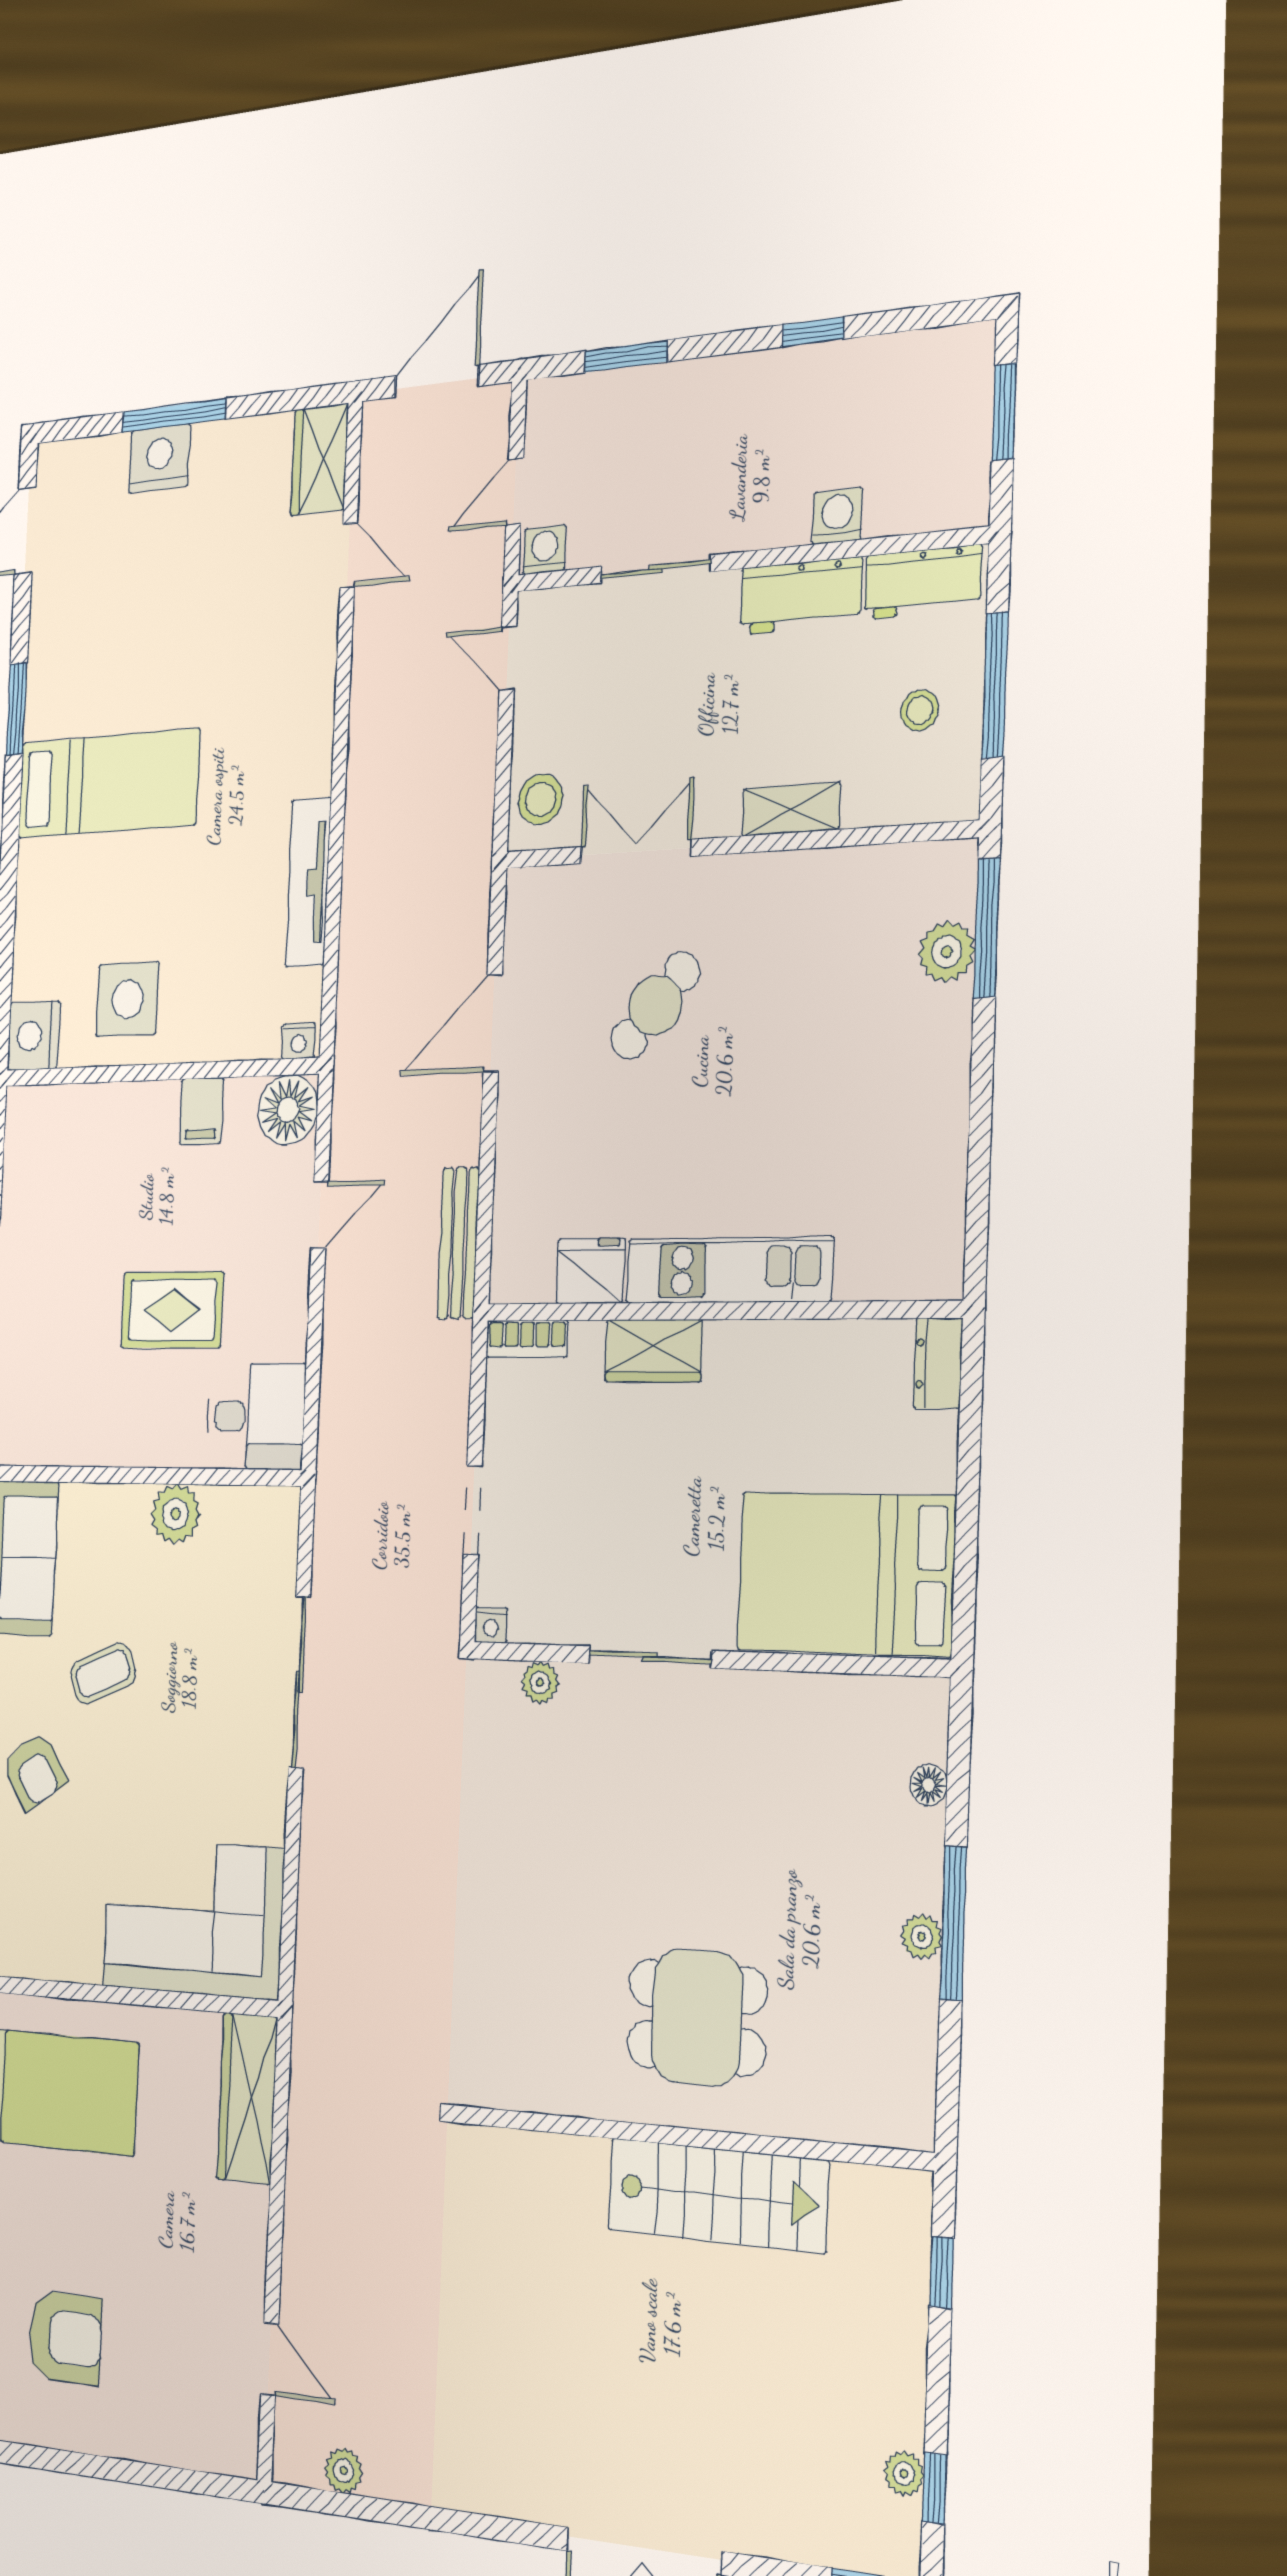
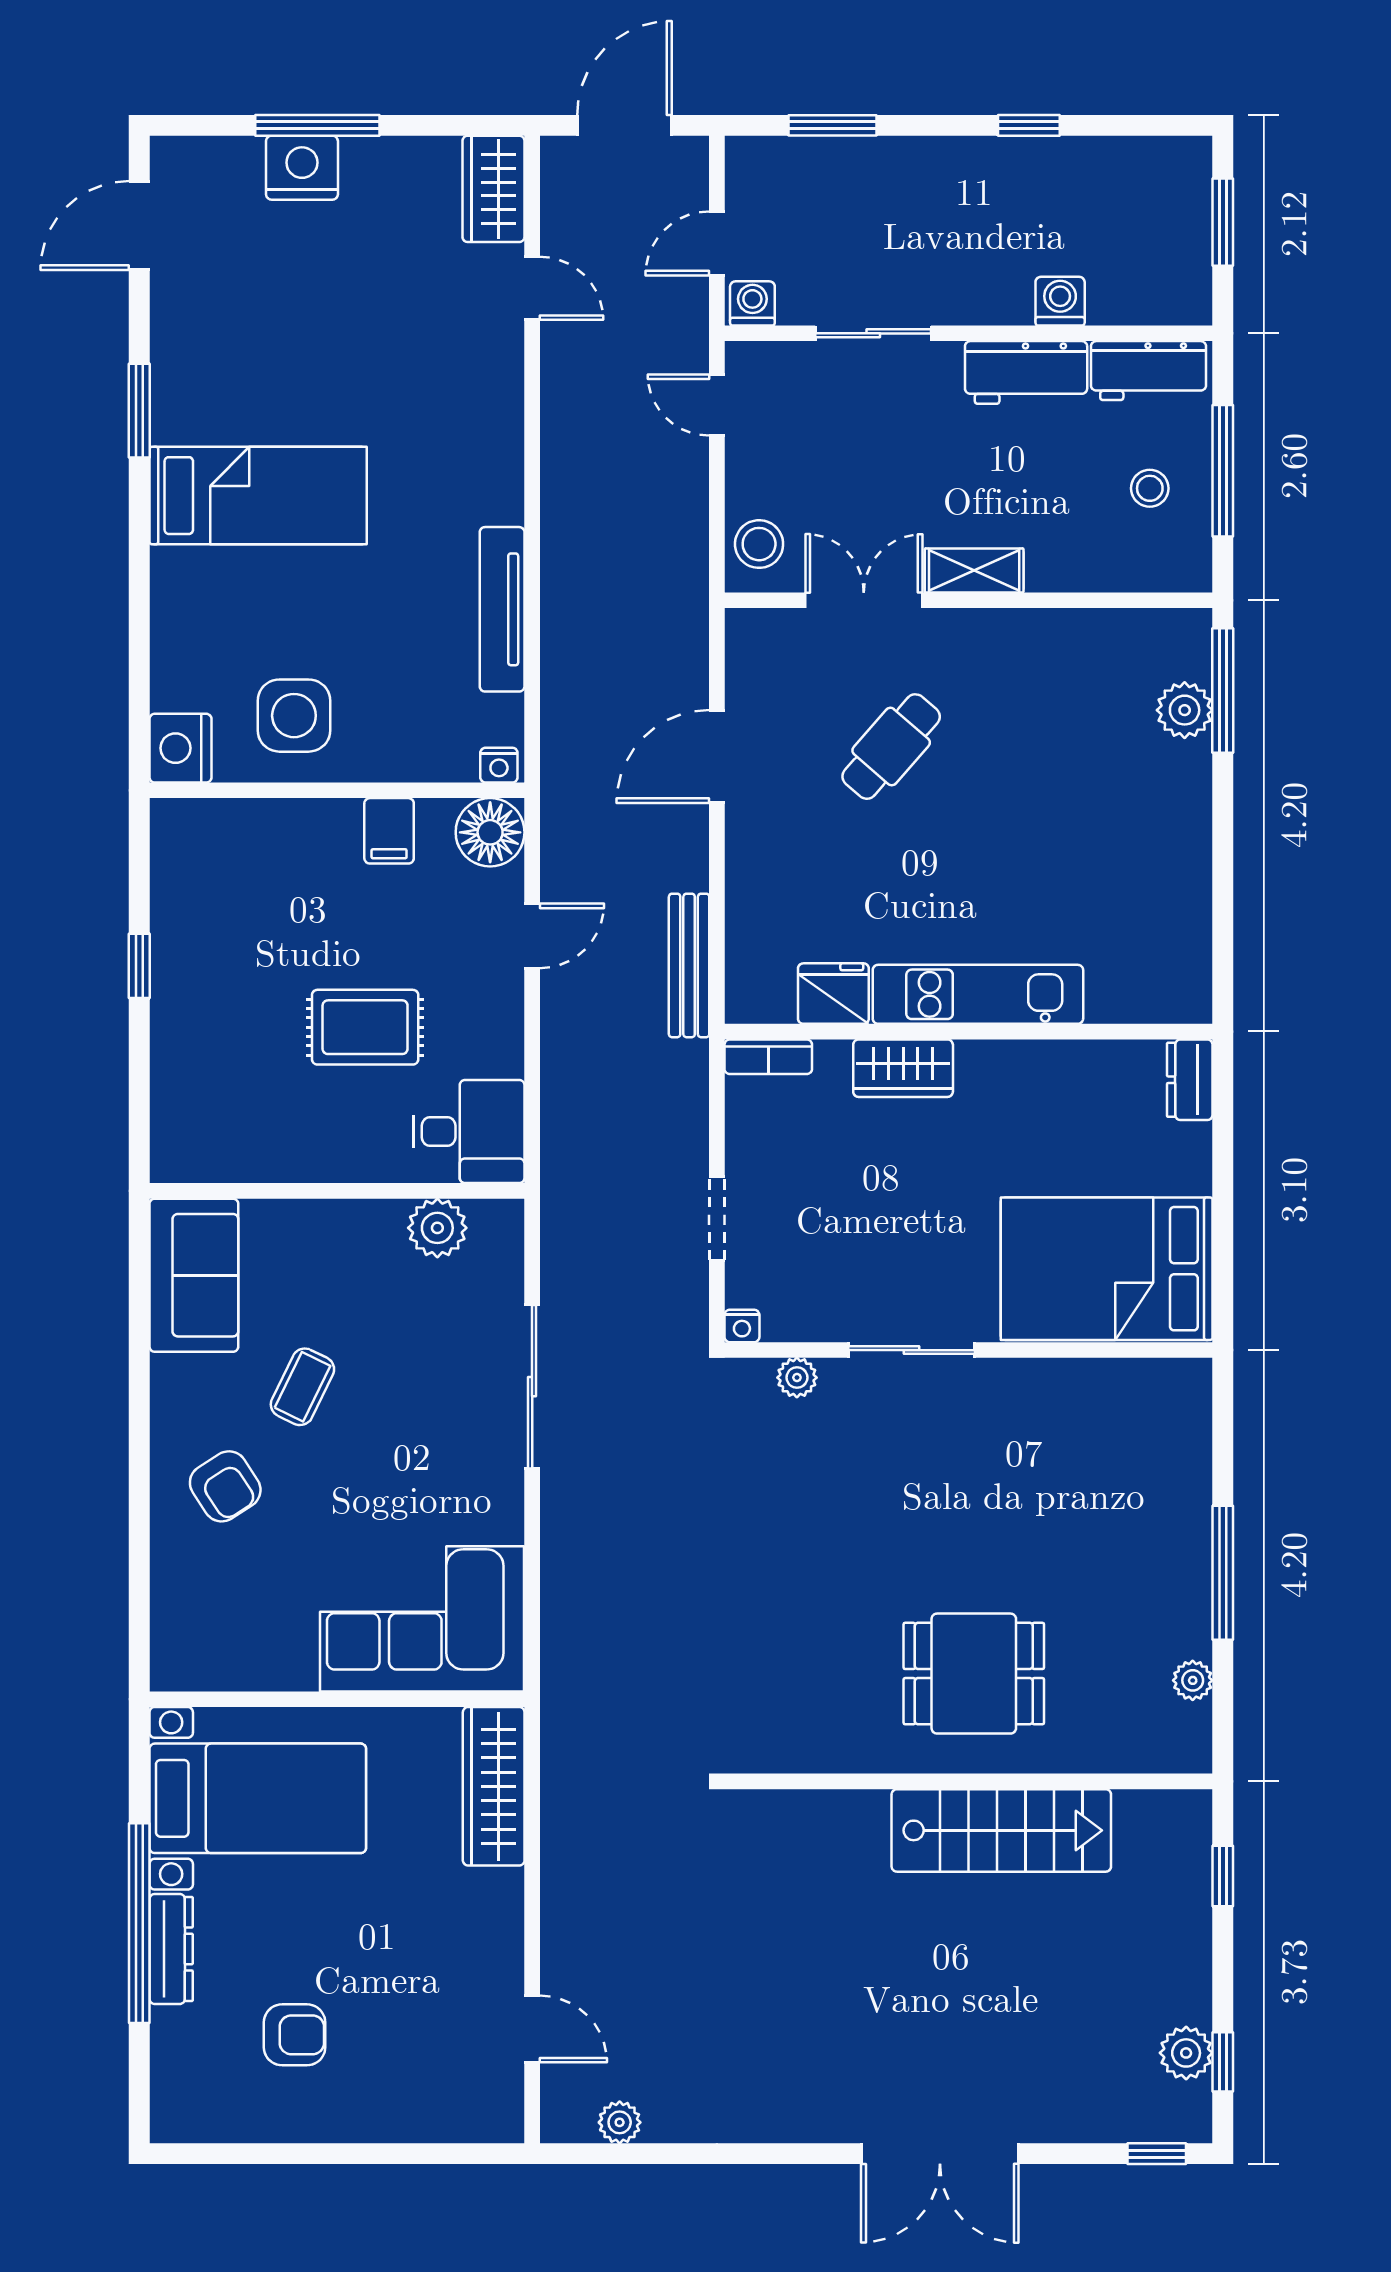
shelving: (791, 809) -> (974, 570), moved
plant: (176, 1514) -> (437, 1228), moved
coffee table: (103, 1673) -> (302, 1387), turned -41
floor lamp: (929, 1785) -> (1195, 1453), removed
plant: (921, 1937) -> (1193, 1680), moved
armchair: (65, 2338) -> (295, 2035), width x0.72, depth x0.72
plant: (904, 2474) -> (1186, 2053), width x1.38, depth x1.38

